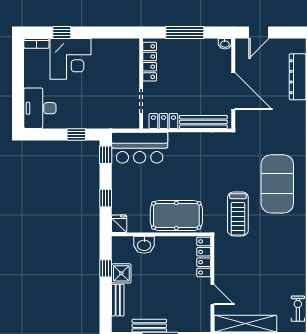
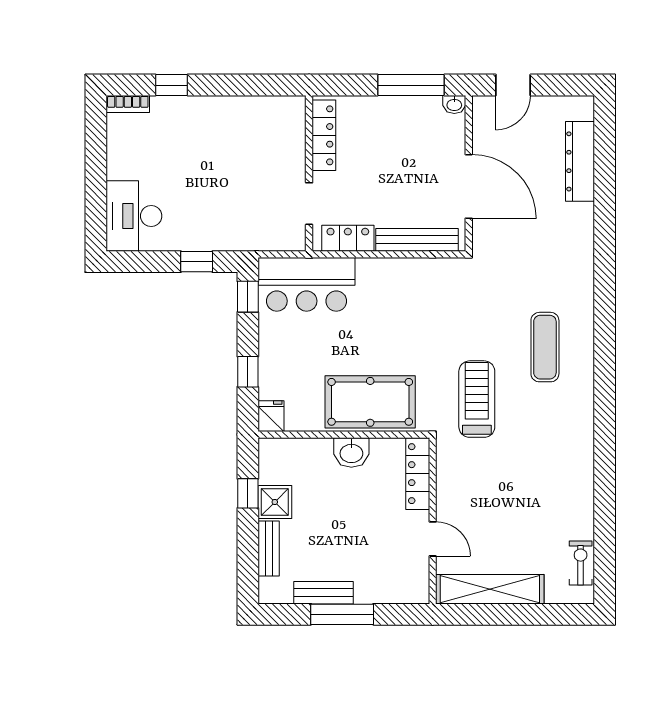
window: (185, 33) -> (411, 85), moved
corner desk: (71, 59) -> (187, 131), removed
exercise mat: (277, 184) -> (545, 347), width x0.50, depth x0.69
treadmill: (238, 214) -> (477, 399), turned 180
washbasin: (144, 245) -> (351, 453), moved

